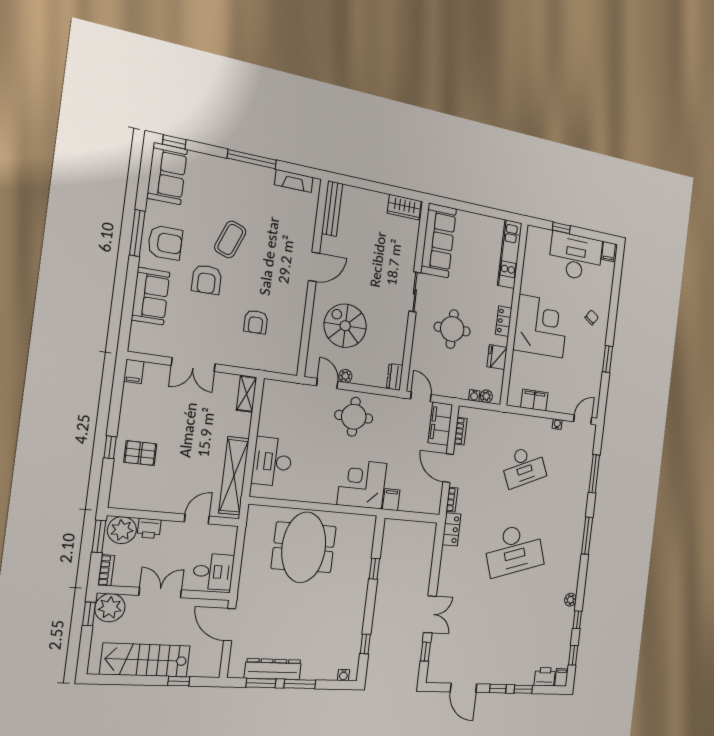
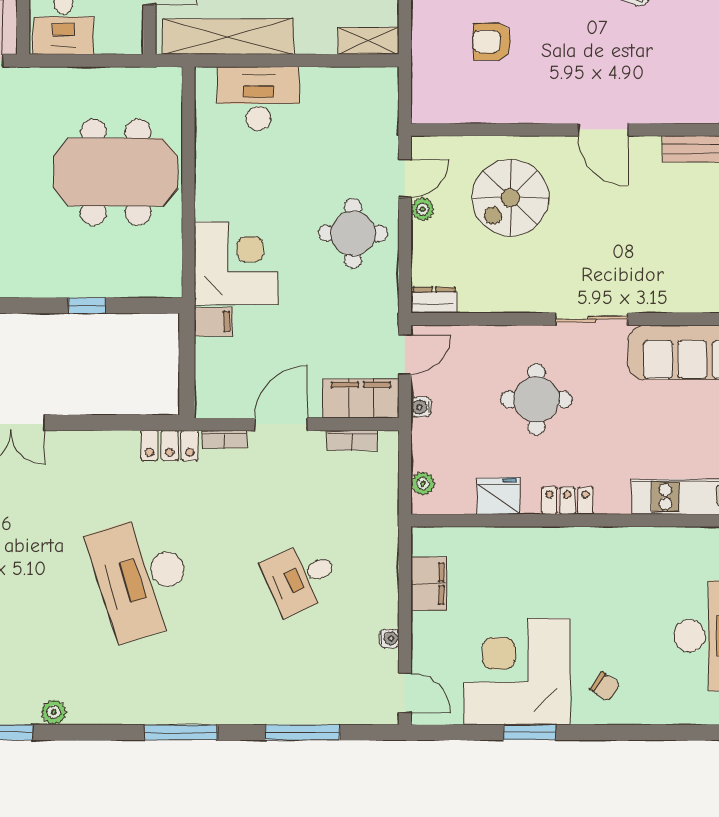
spiral stairs: (345, 326) -> (510, 198), turned 180
corner desk: (541, 326) -> (517, 672), moved, turned 180
water cooler: (474, 396) -> (421, 407), moved
desk: (524, 466) -> (301, 578), width x0.73

